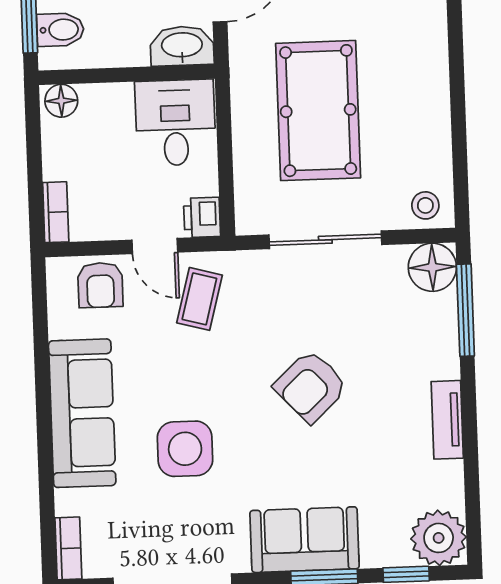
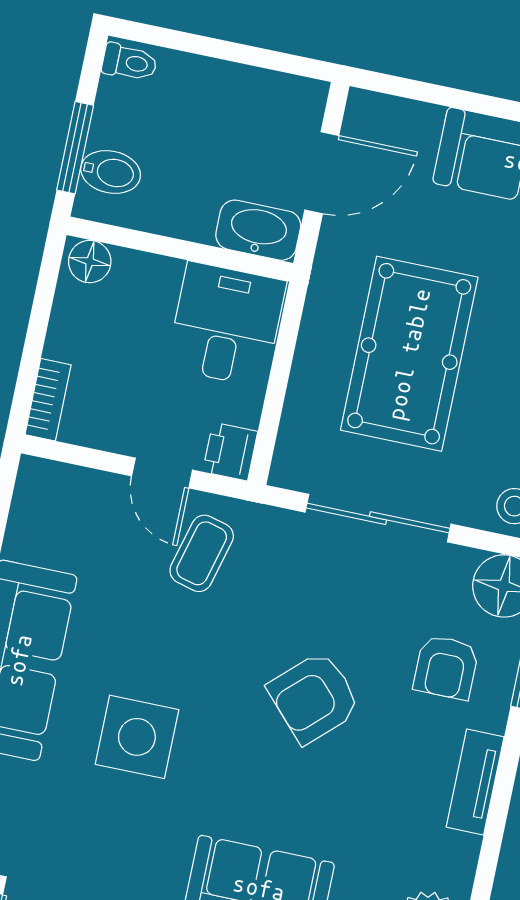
armchair: (100, 285) -> (446, 667), moved

